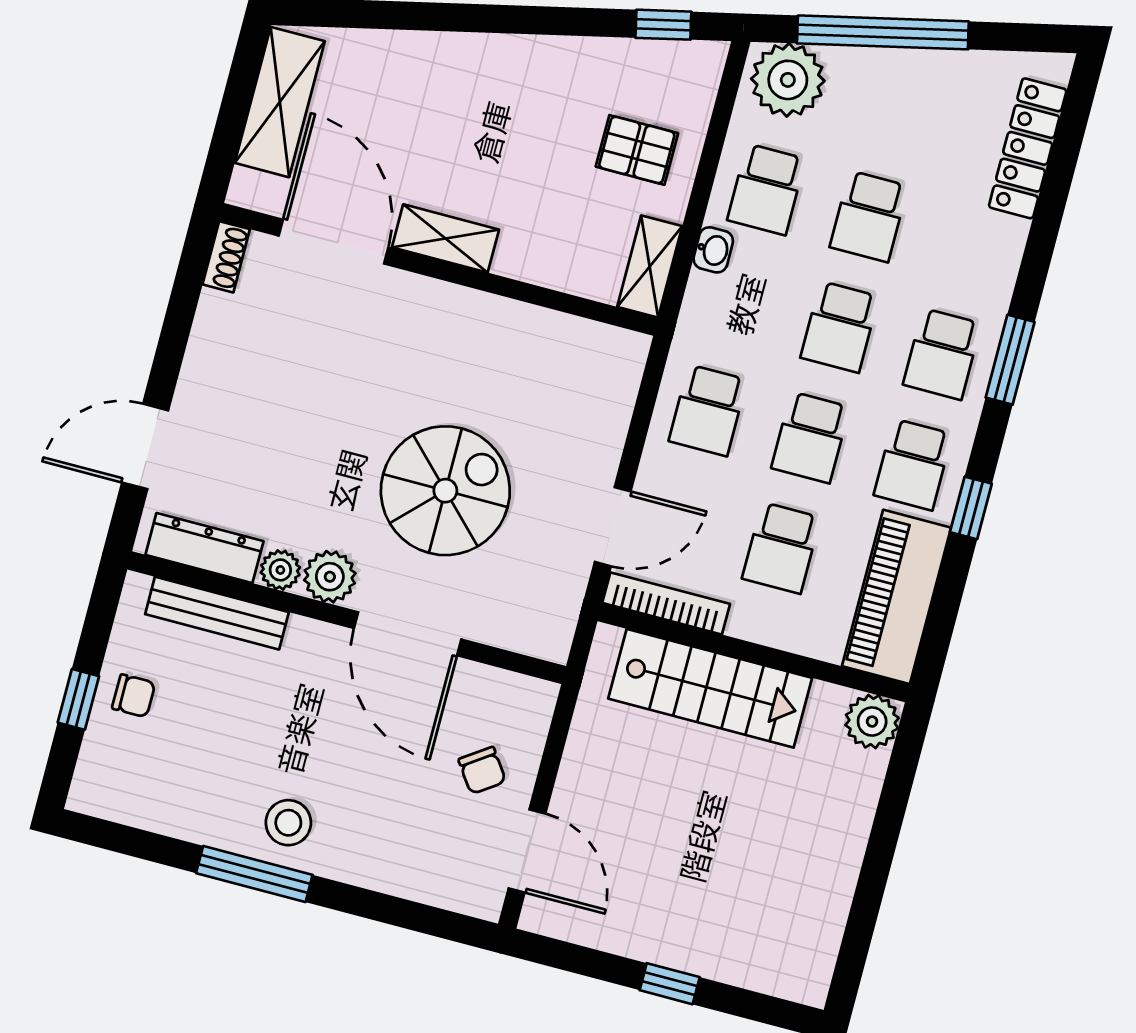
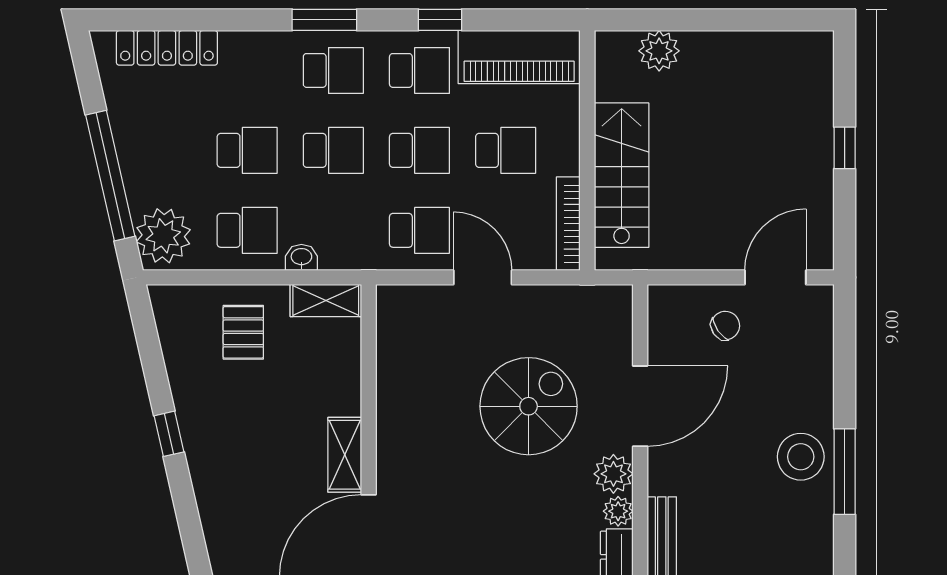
window: (663, 25) -> (169, 434), moved
spiral stairs: (445, 491) -> (529, 406), turned 90
door: (613, 527) -> (483, 277), moved
plant: (872, 722) -> (659, 51), moved
stool: (288, 823) -> (801, 457), width x1.38, depth x1.38

